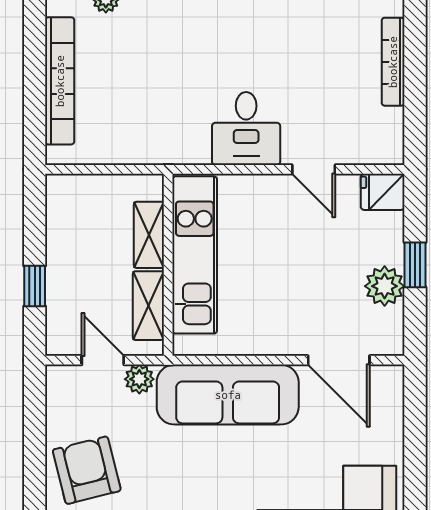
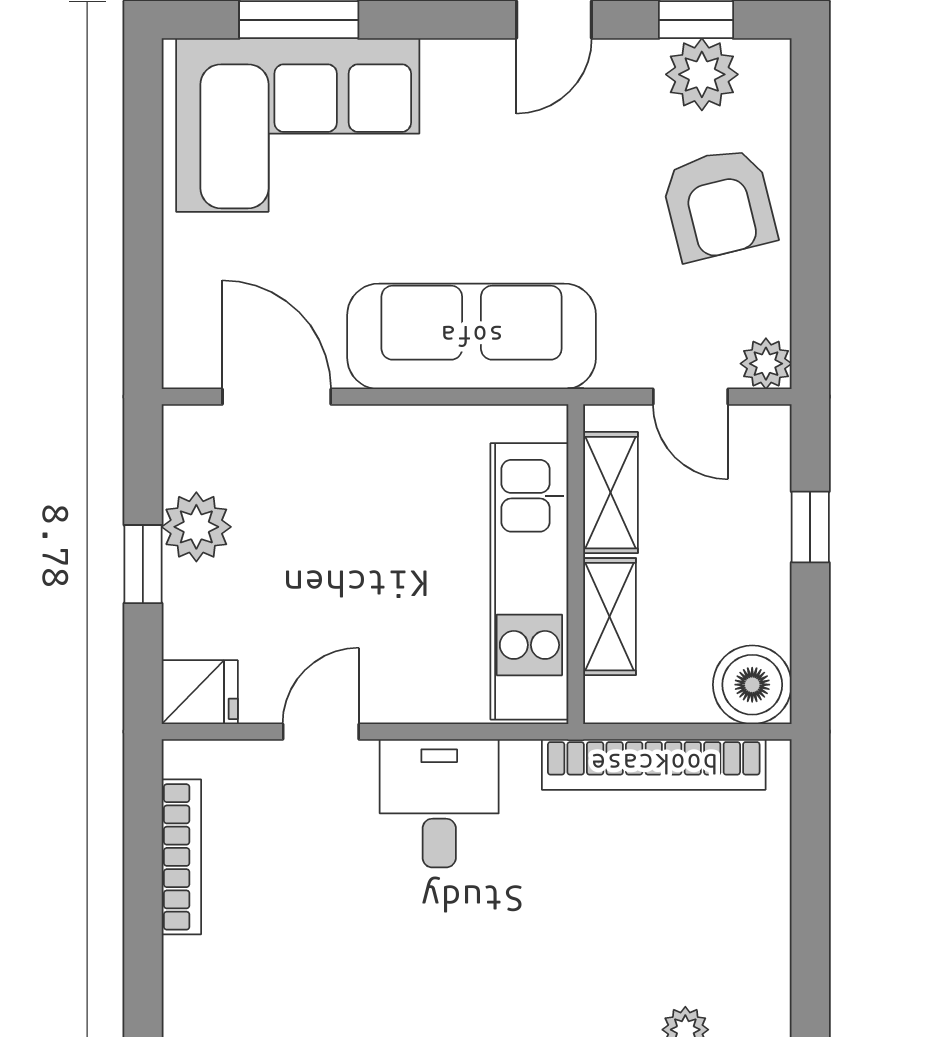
bookcase: (393, 62) -> (181, 857), moved
bookcase: (60, 81) -> (654, 764), moved, turned -90
door: (314, 169) -> (321, 732), hinge flipped
boiler: (68, 196) -> (752, 685), added
plant: (139, 379) -> (766, 364), moved

